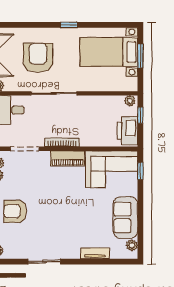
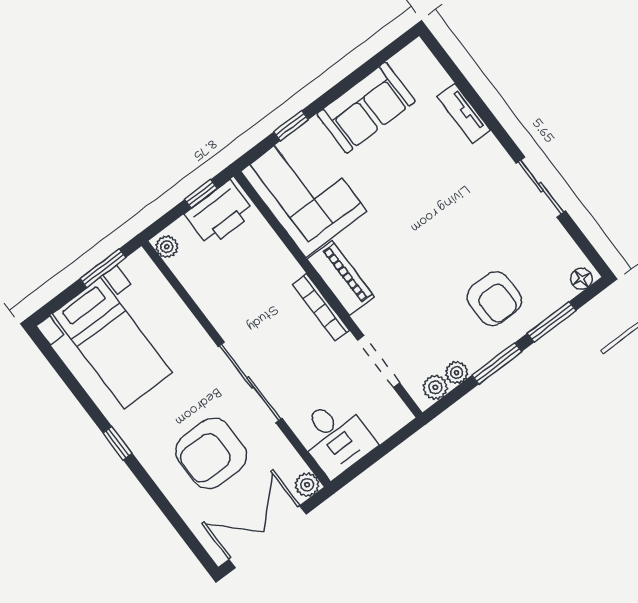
window: (140, 56) -> (103, 268), moved
window: (140, 115) -> (201, 194), moved
window: (140, 171) -> (291, 126), moved
plant: (132, 245) -> (404, 62), removed

